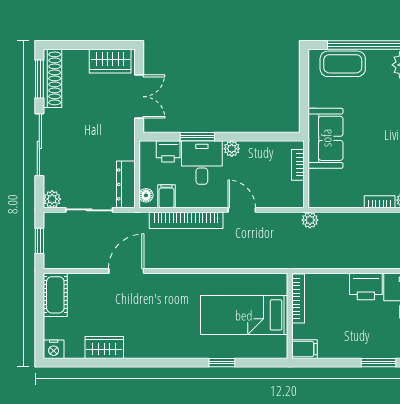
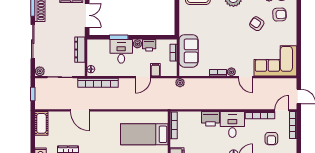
sofa: (326, 138) -> (189, 51), moved
printer: (168, 151) -> (149, 45), moved
dresser: (126, 184) -> (80, 50), moved
filing cabinet: (166, 196) -> (155, 70), moved
door: (242, 210) -> (143, 77), swing flipped
bookcase: (186, 220) -> (98, 83), moved
door: (126, 271) -> (80, 110), swing flipped

